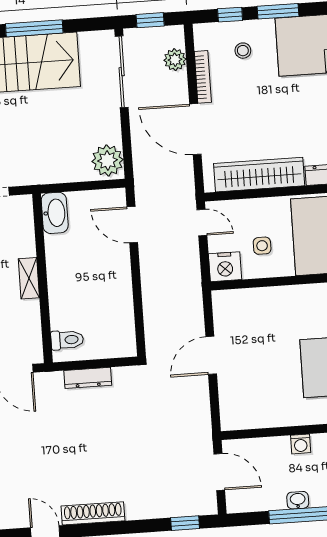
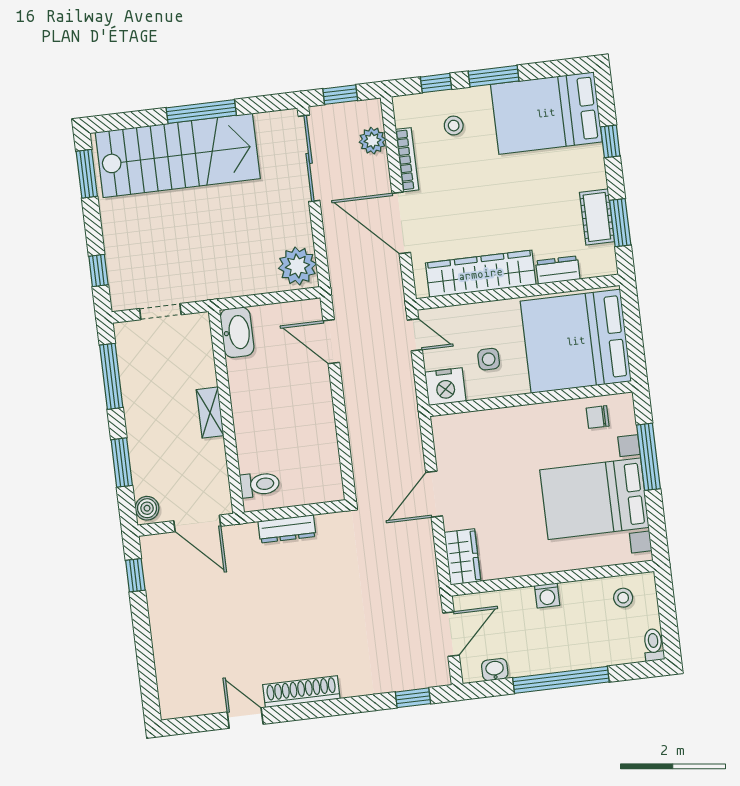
wardrobe: (232, 408) -> (462, 557), added
door: (219, 472) -> (451, 634), hinge flipped
washbasin: (298, 500) -> (495, 670), moved

